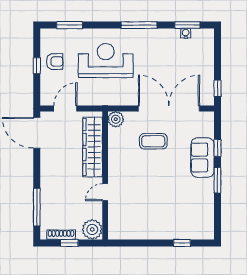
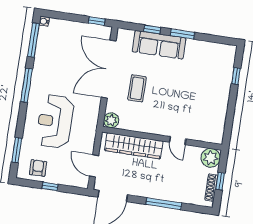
window: (187, 25) -> (33, 40), width x1.44
water cooler: (186, 33) -> (44, 21), moved
armchair: (55, 62) -> (38, 168), moved
sofa: (202, 157) -> (159, 45), width x1.36
window: (37, 207) -> (164, 204), moved

